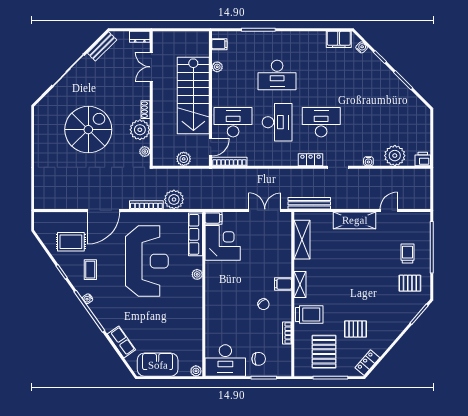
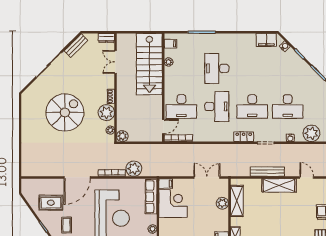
desk: (277, 75) -> (217, 68), turned 90
stairs: (193, 95) -> (149, 64), moved
desk: (233, 122) -> (181, 106), turned 180
desk: (321, 122) -> (252, 106), turned 180
desk: (365, 122) -> (288, 106), added
plant: (184, 159) -> (122, 136), moved
bench: (309, 203) -> (267, 172), moved
door: (389, 210) -> (307, 177), hinge flipped
plant: (284, 242) -> (222, 203), added

